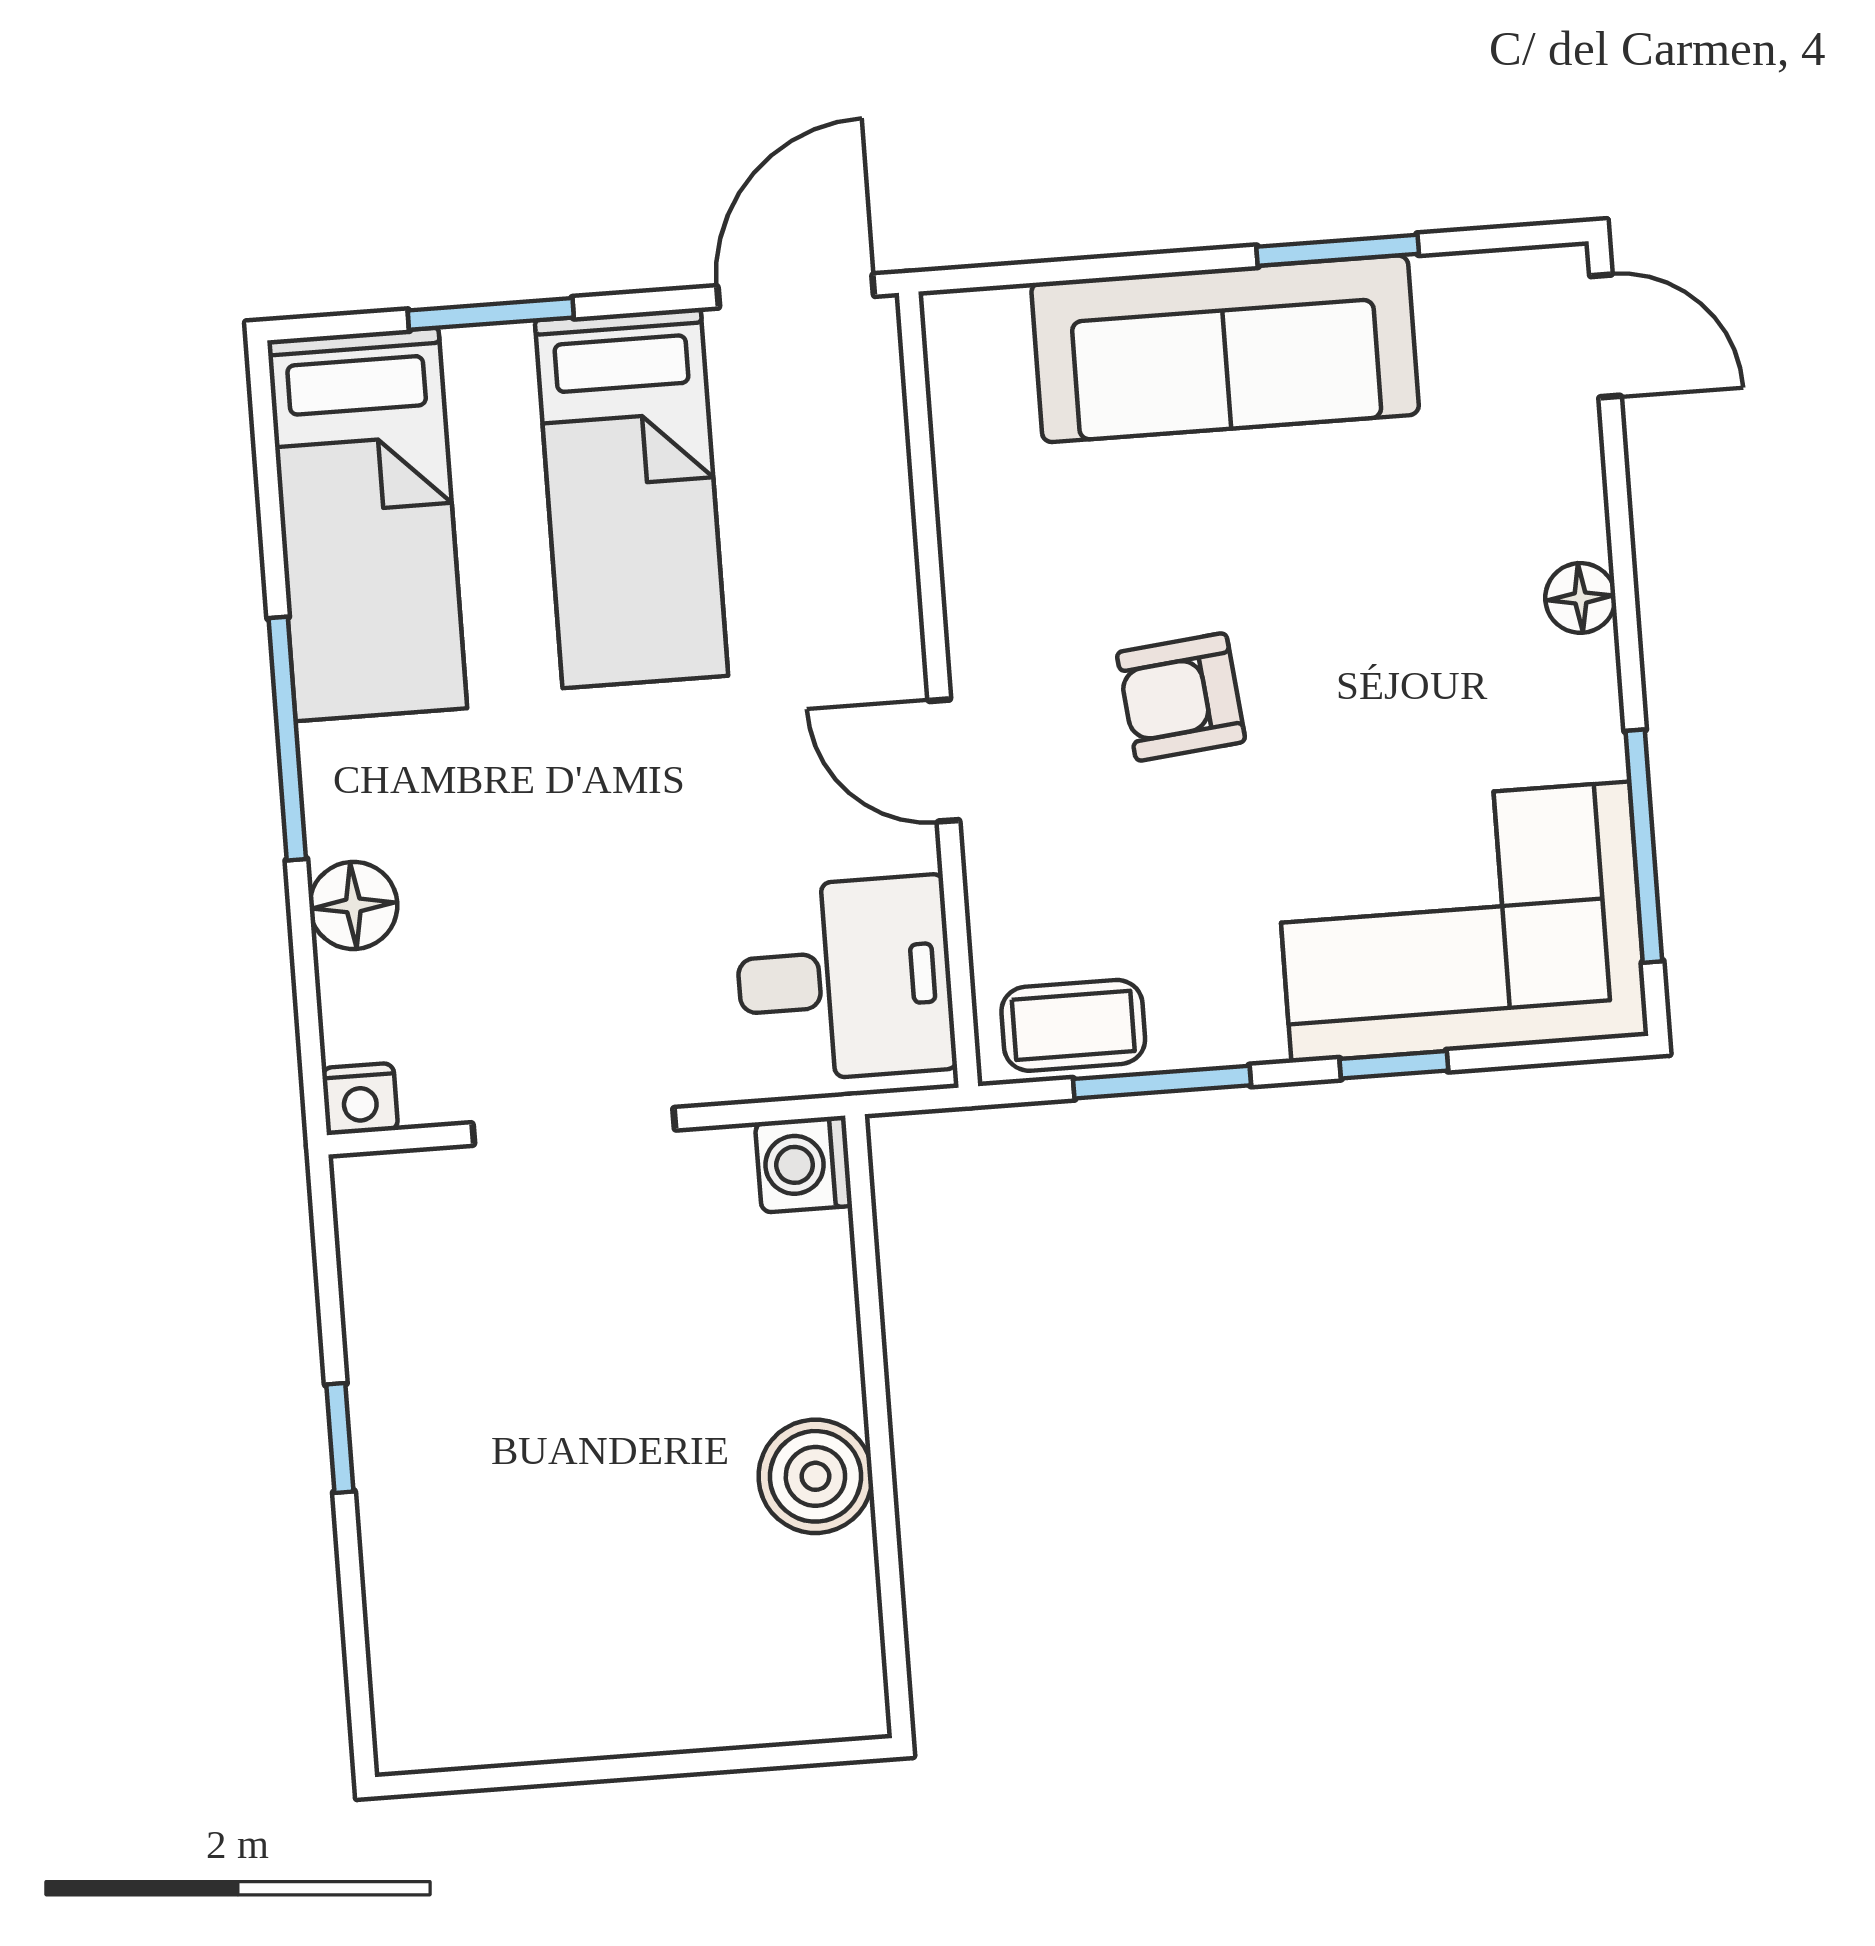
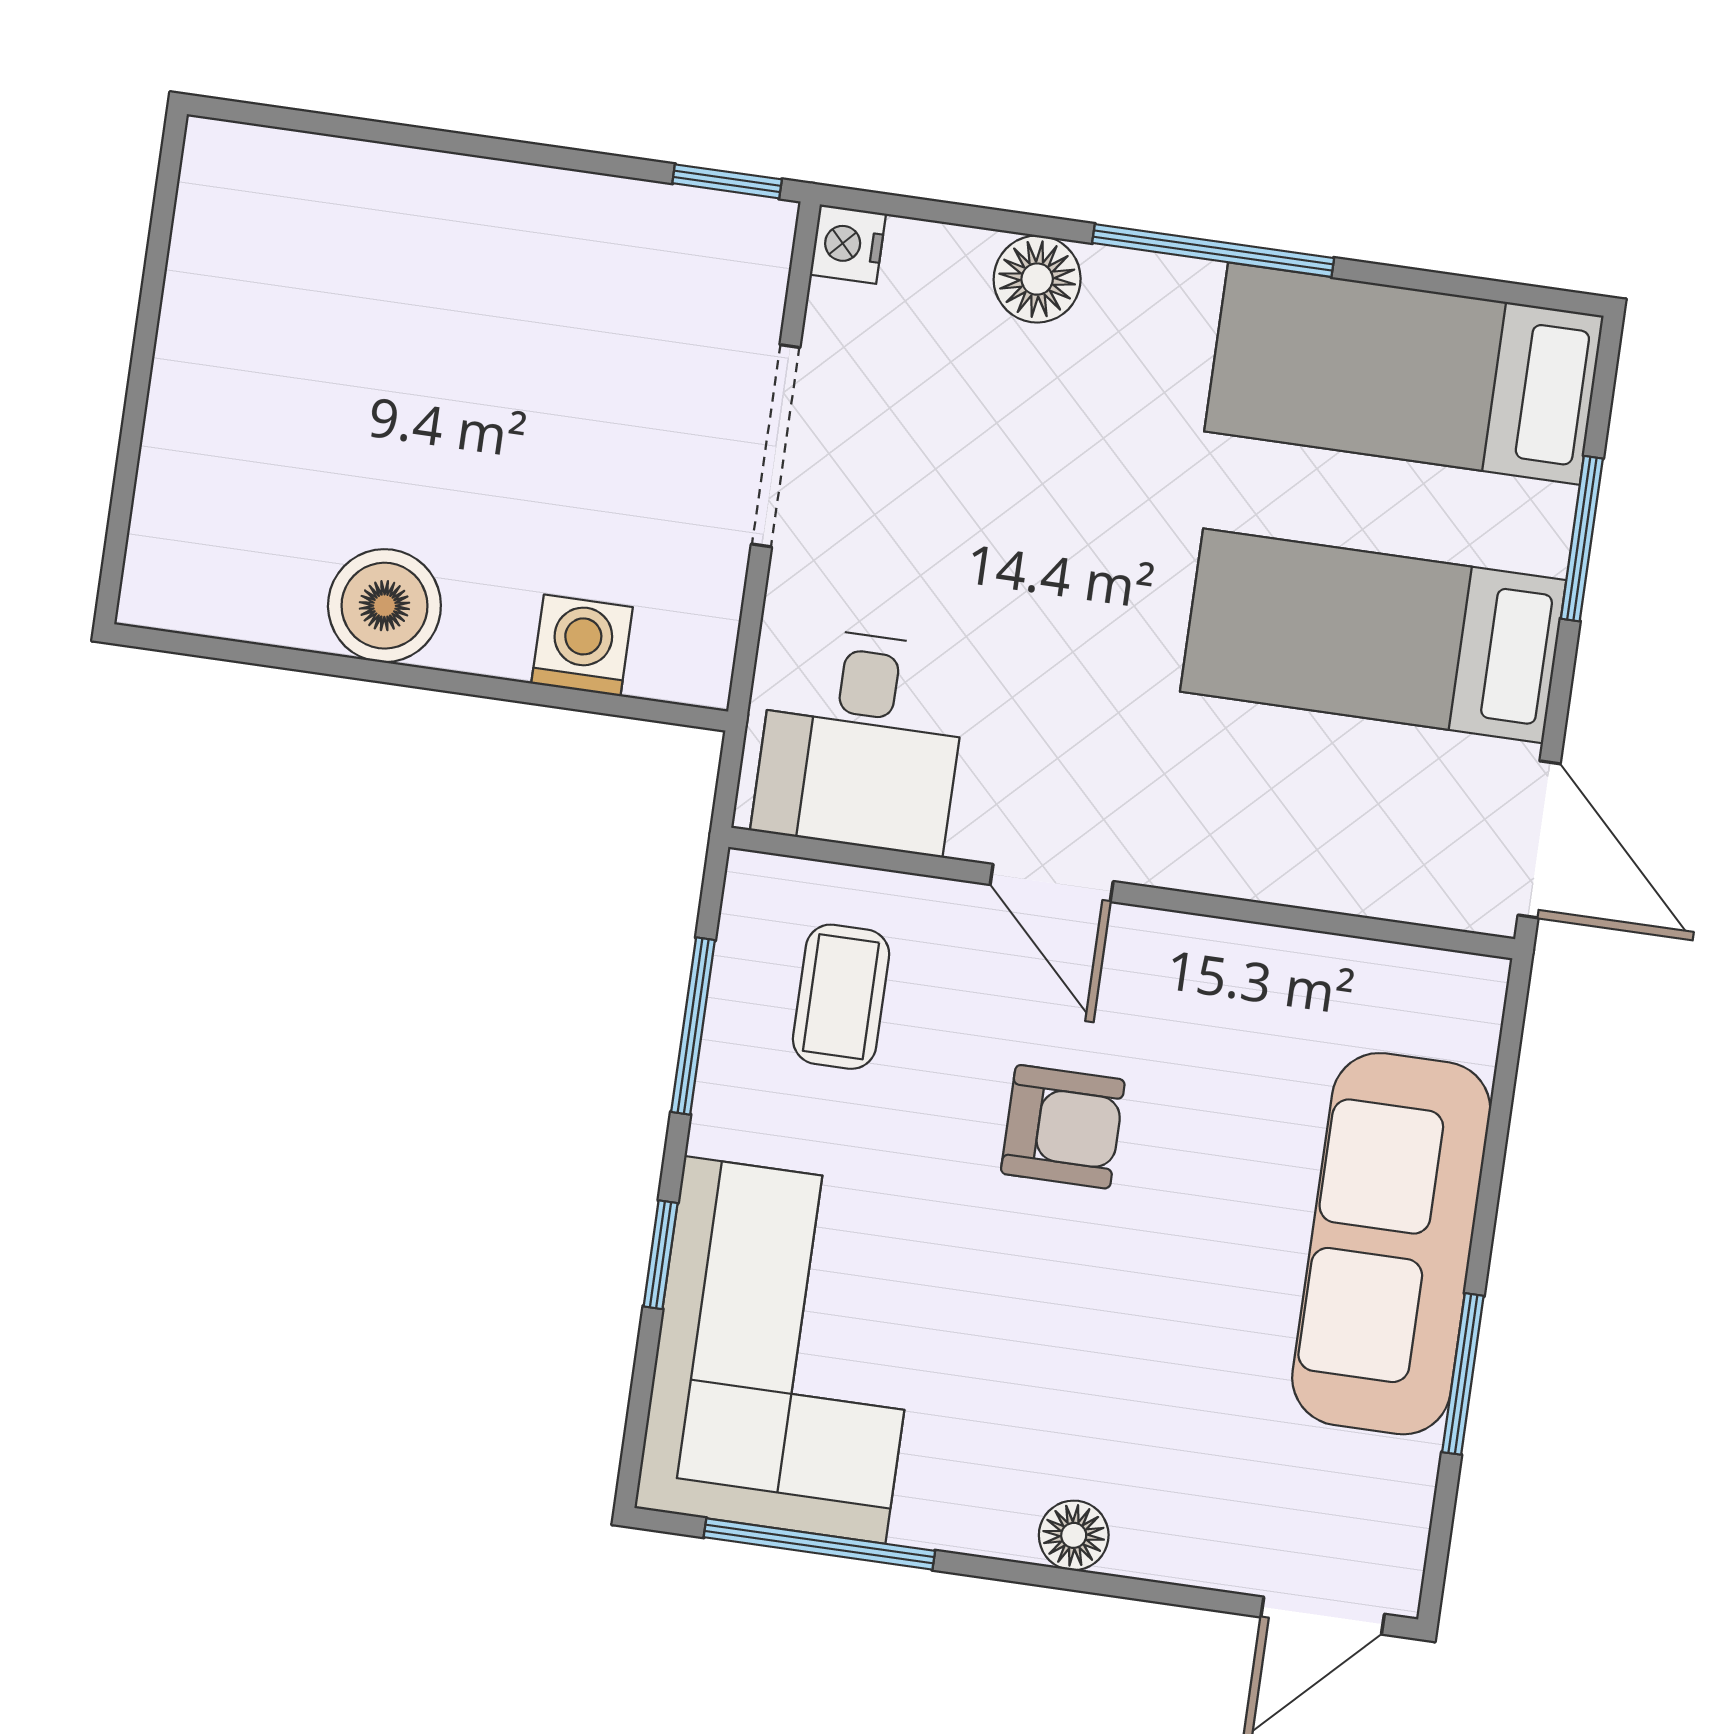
armchair: (1181, 697) -> (1063, 1127), turned 96
door: (944, 761) -> (1052, 883), swing flipped
coffee table: (1073, 1025) -> (841, 997), moved
washing machine: (804, 1164) -> (582, 645), moved
window: (340, 1438) -> (727, 181), moved

